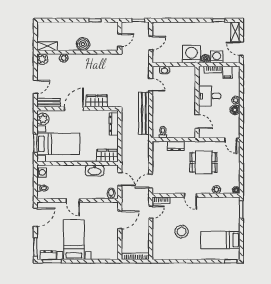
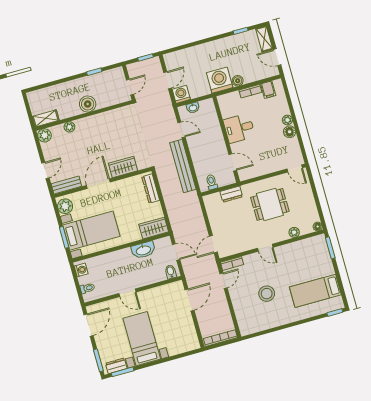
washing machine: (217, 57) -> (181, 94), moved
desk: (210, 96) -> (239, 128), moved
wall: (197, 102) -> (226, 139), moved
door: (197, 121) -> (233, 162), moved

